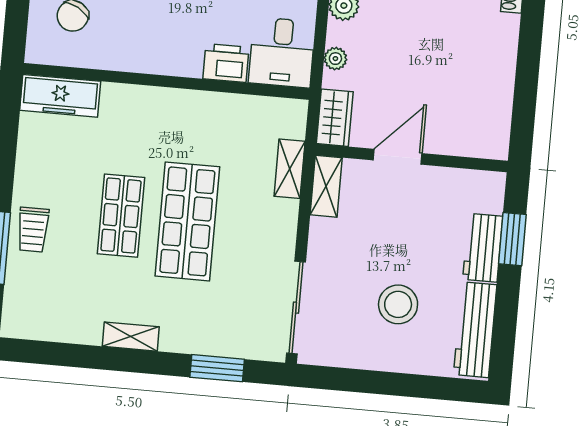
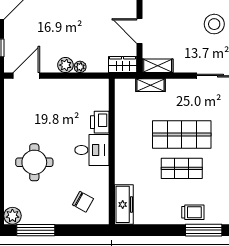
desk: (282, 52) -> (92, 150), moved
plant: (335, 59) -> (80, 67), moved

